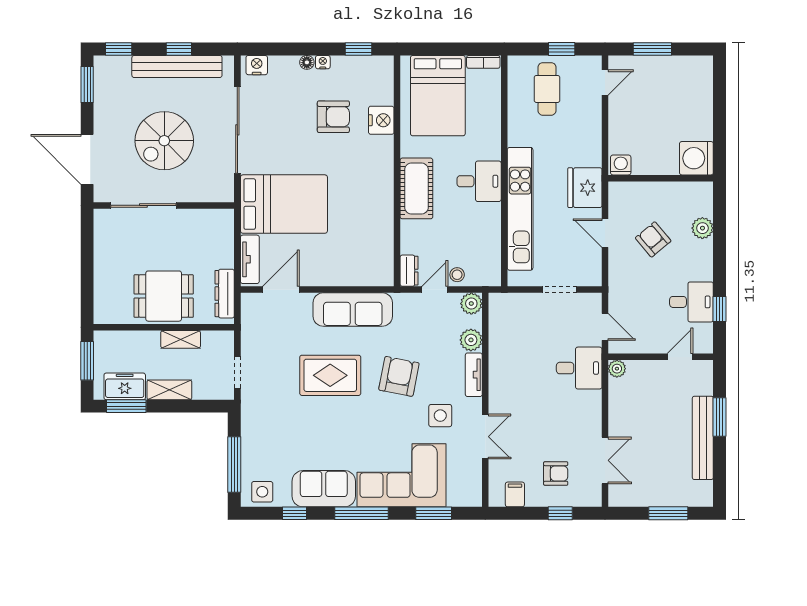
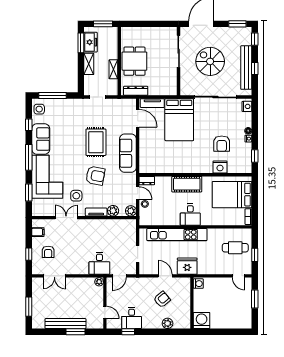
door: (605, 233) -> (165, 276), hinge flipped
double door: (485, 437) -> (66, 218), swing flipped

